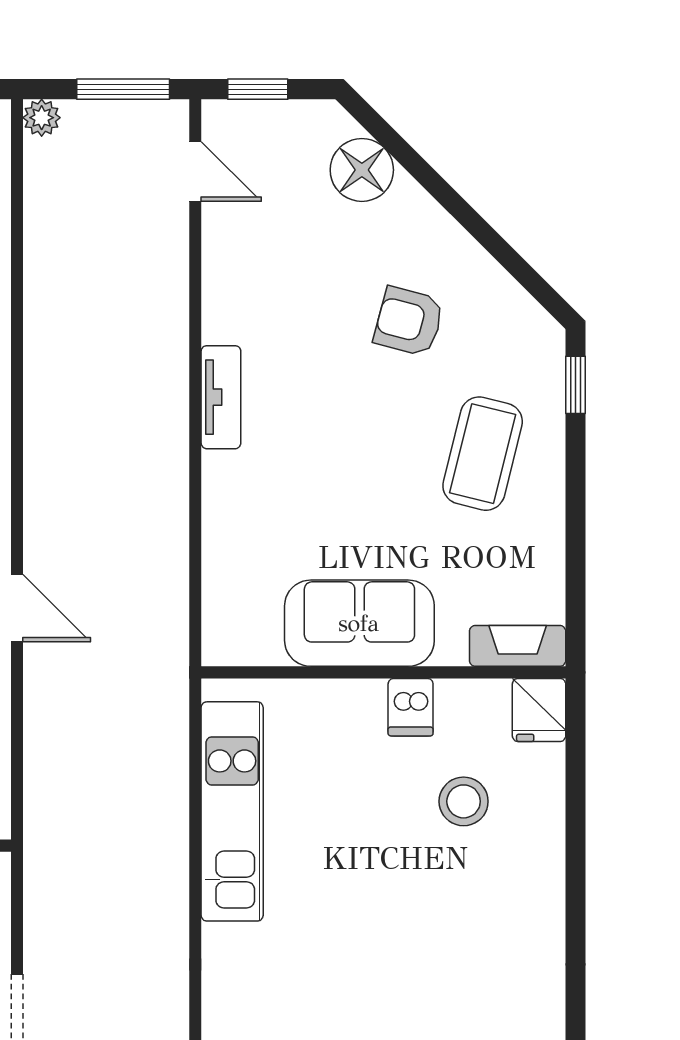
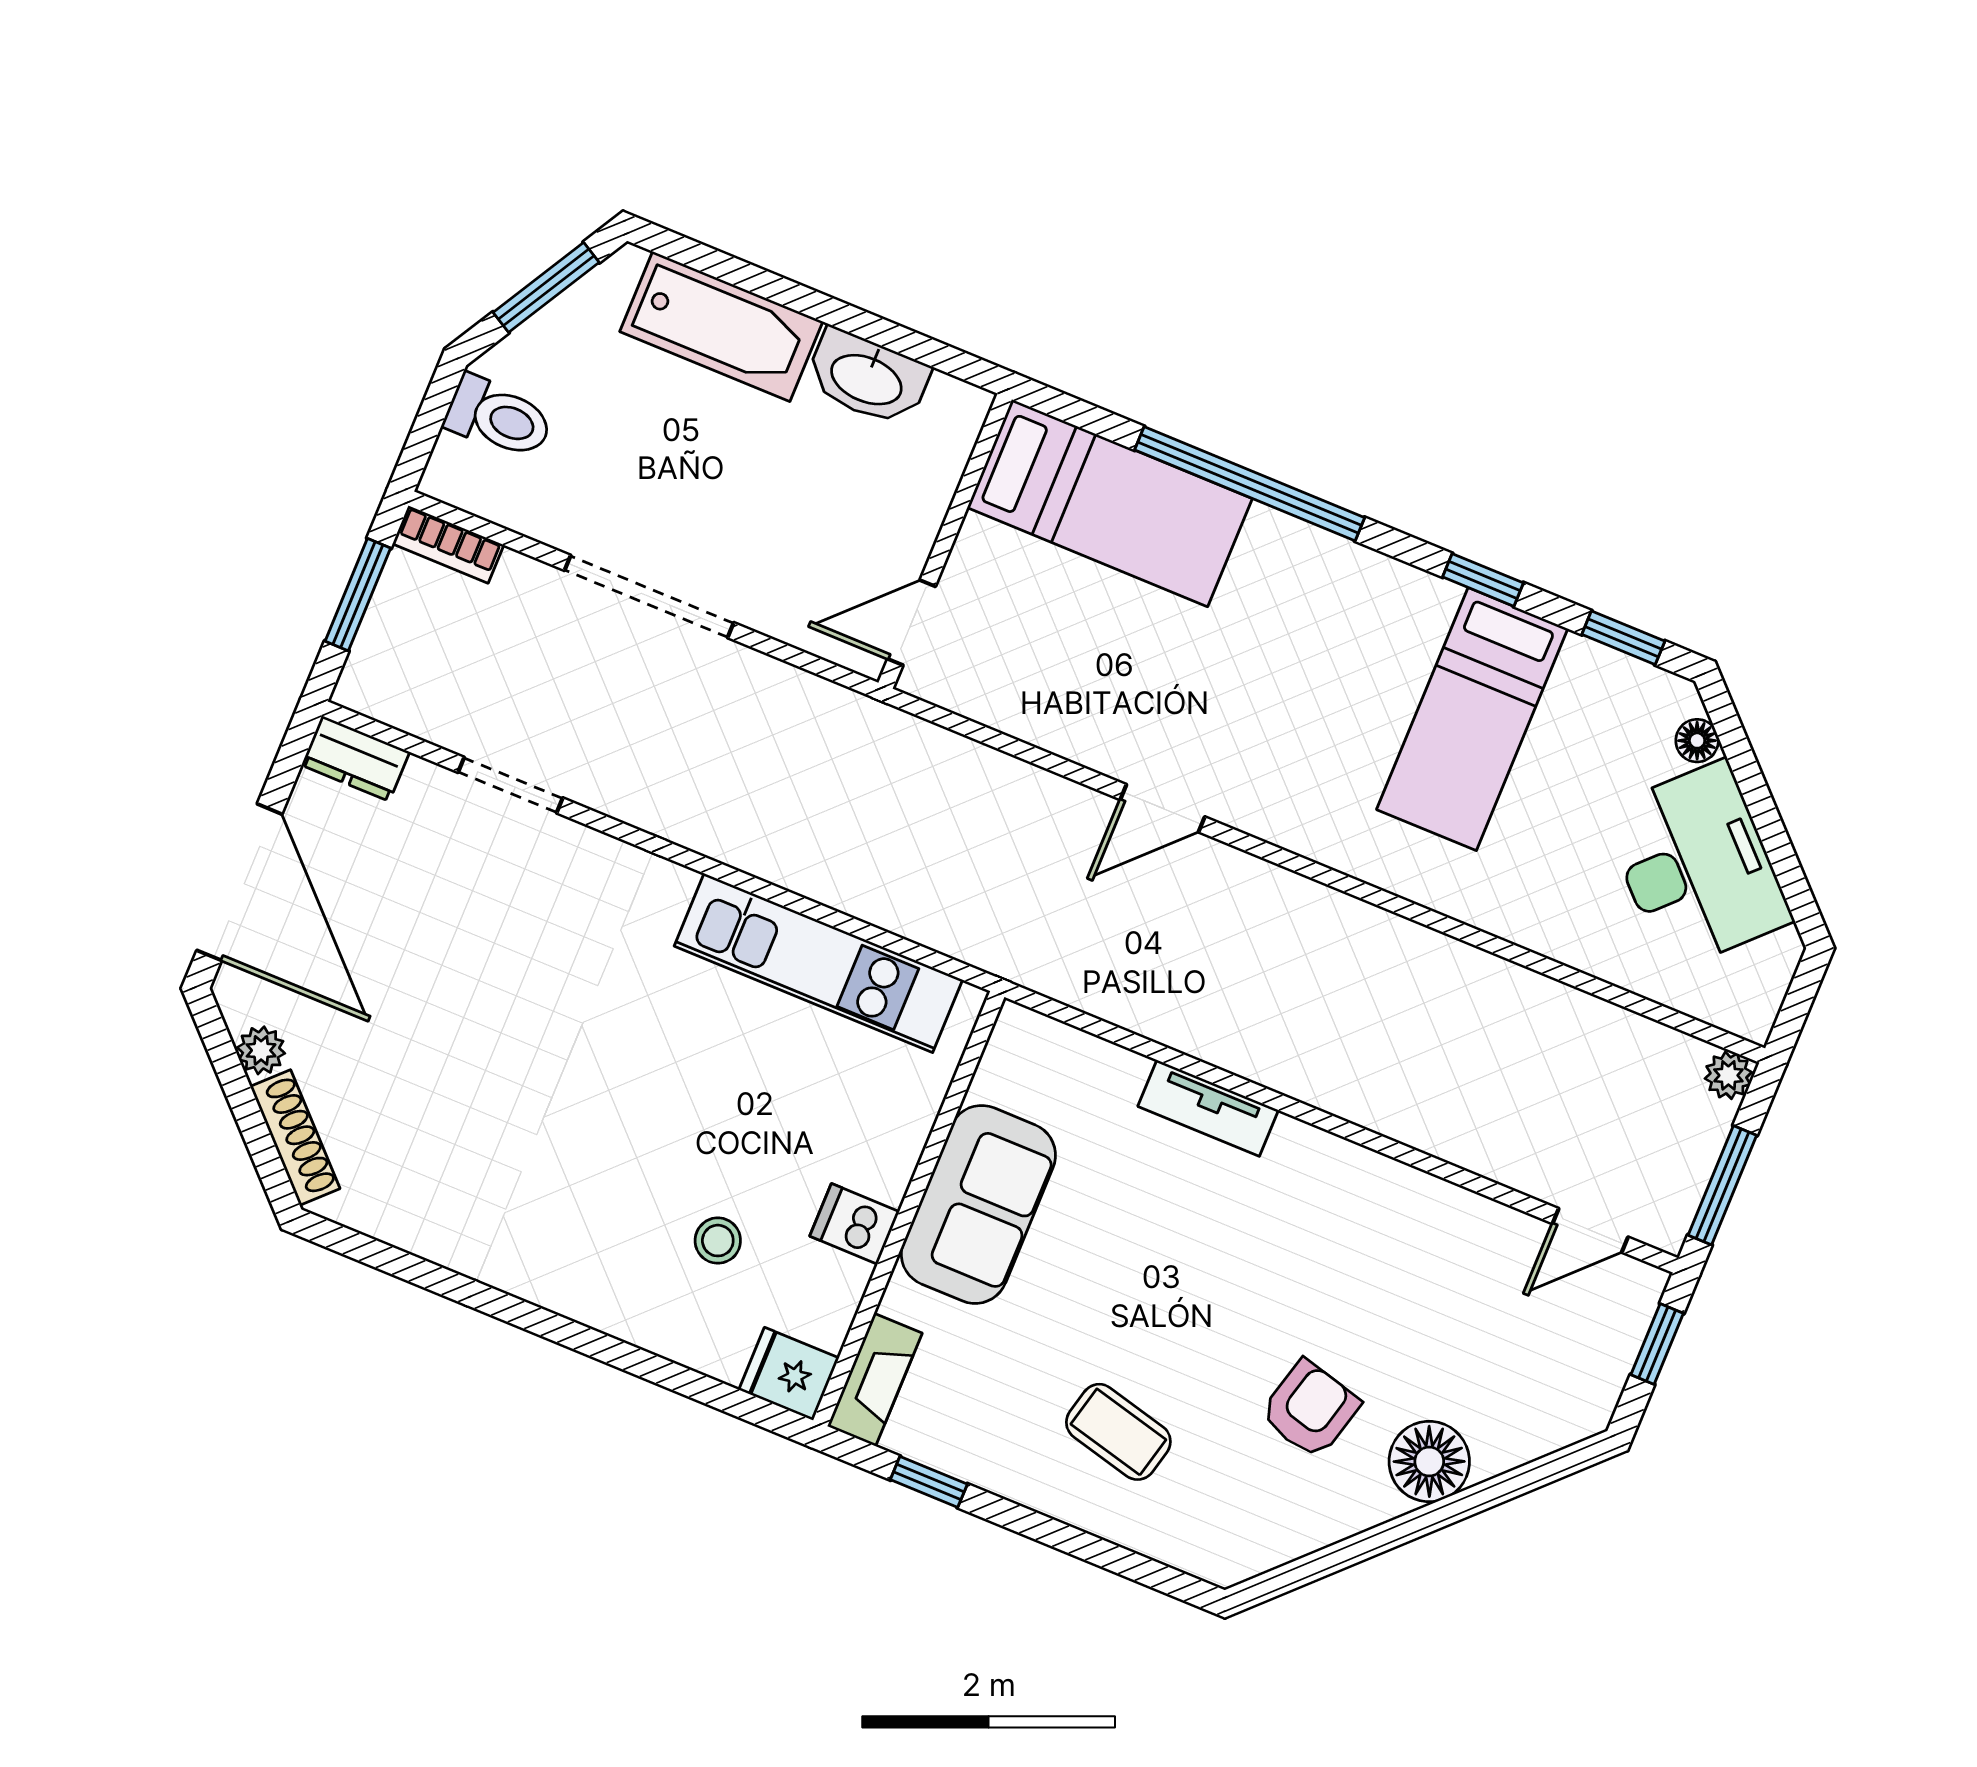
floor lamp: (362, 170) -> (1429, 1461), moved
window: (575, 385) -> (929, 1482), moved
tv unit: (221, 397) -> (1208, 1108), moved
coffee table: (483, 454) -> (1118, 1432), width x0.73, depth x0.77
stool: (464, 801) -> (718, 1241), width x0.73, depth x0.73

